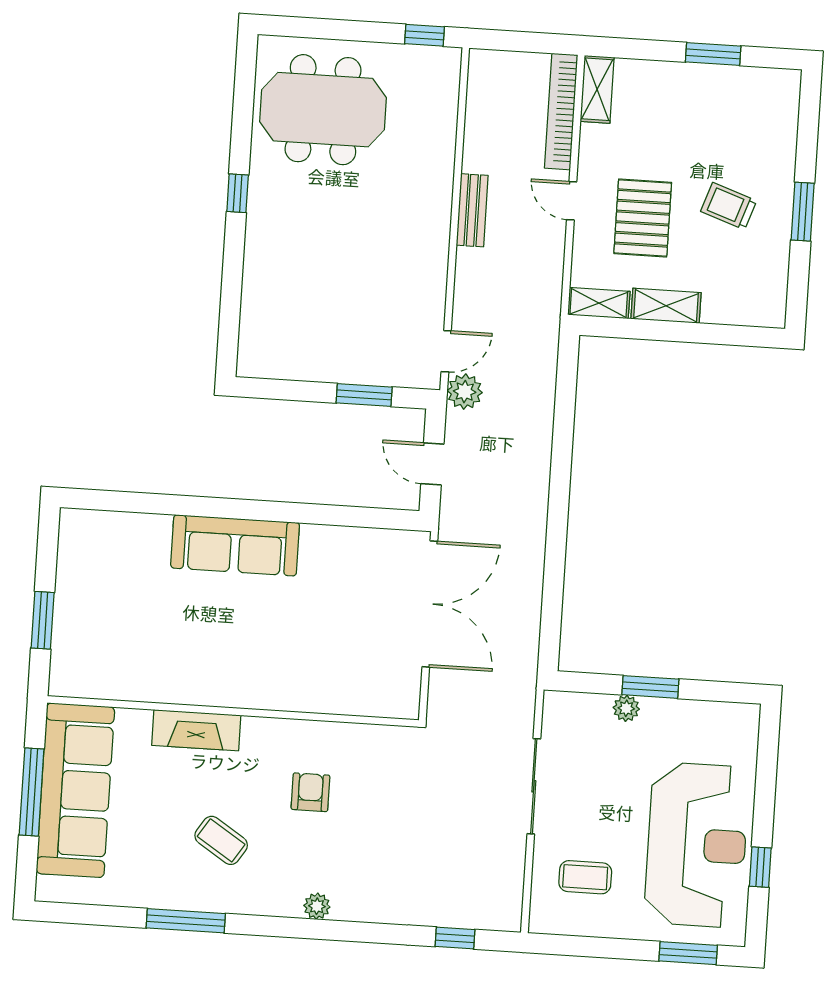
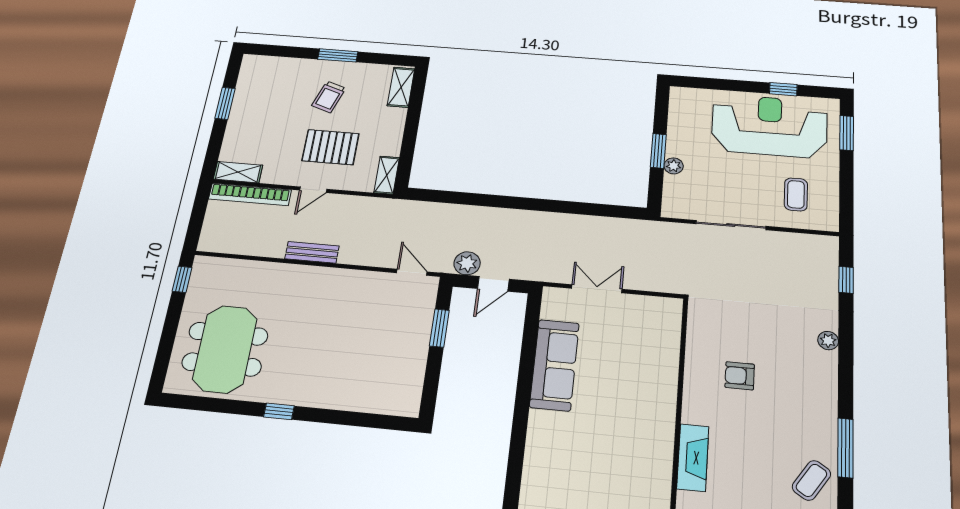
shelving: (666, 306) -> (401, 87), moved
plant: (465, 392) -> (467, 263), moved
sofa: (235, 545) -> (554, 365), moved
double door: (430, 604) -> (597, 289), width x0.54
coffee table: (221, 840) -> (811, 480), moved
plant: (317, 906) -> (828, 341), moved
window: (186, 921) -> (845, 448), moved

